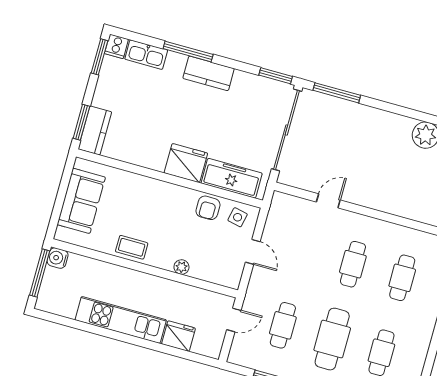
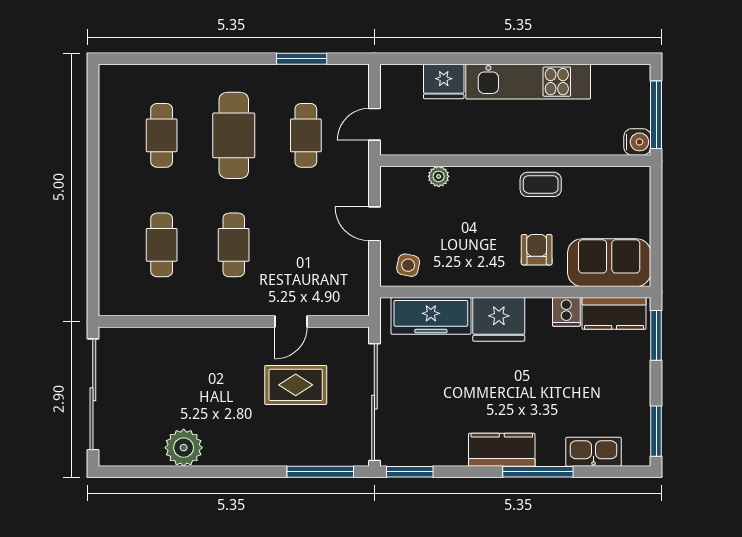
cooker: (117, 46) -> (566, 312), moved, turned 180
kitchen counter: (95, 130) -> (614, 313), moved, turned -90
rug: (337, 157) -> (296, 385), added
sofa: (81, 201) -> (609, 263), moved, turned 90
armchair: (208, 208) -> (537, 250), moved
plant: (181, 267) -> (439, 176), moved

